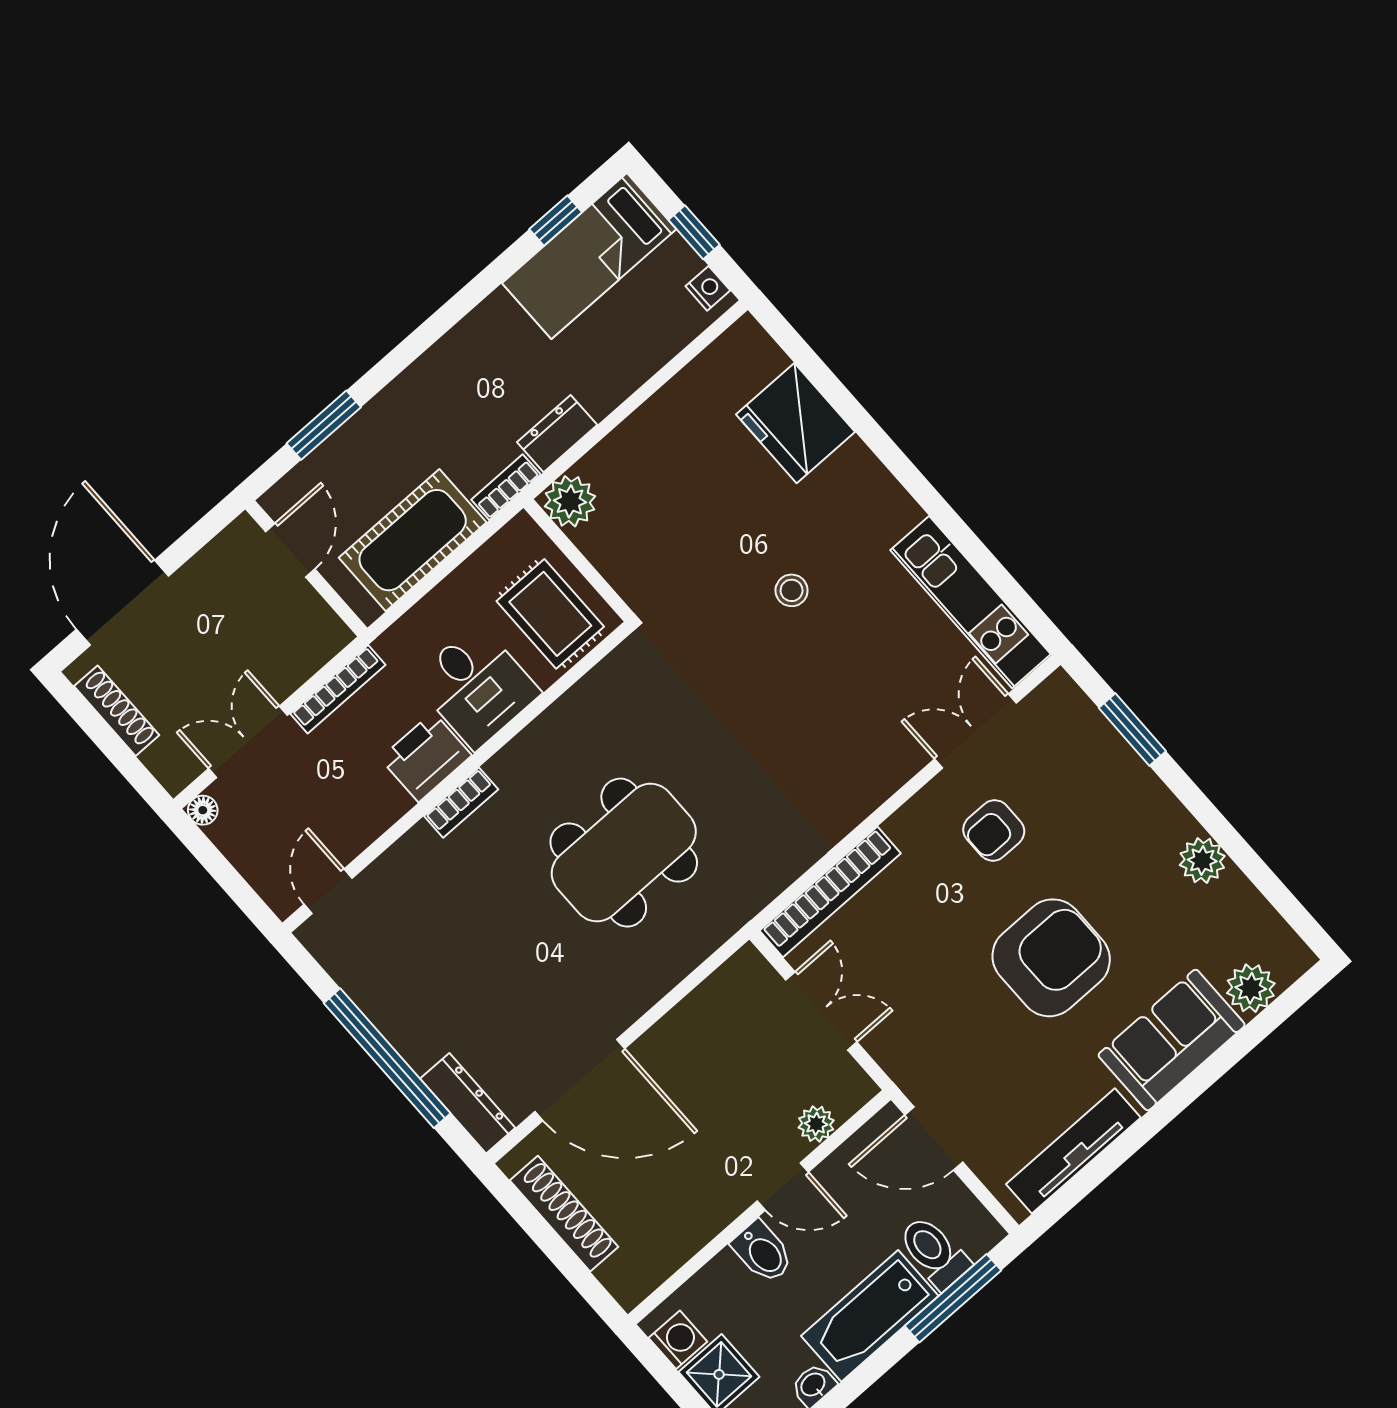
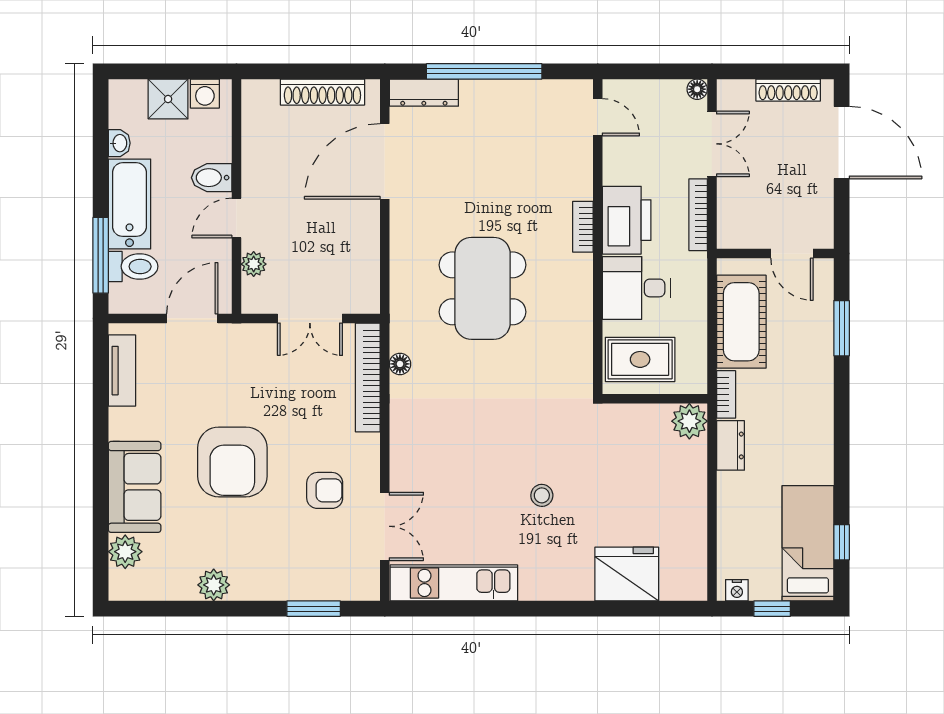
printer: (426, 757) -> (627, 220), width x1.37, depth x1.19
armchair: (994, 830) -> (325, 490), turned 90
floor lamp: (785, 870) -> (400, 364), added
tv unit: (1073, 1151) -> (122, 371), width x0.71

